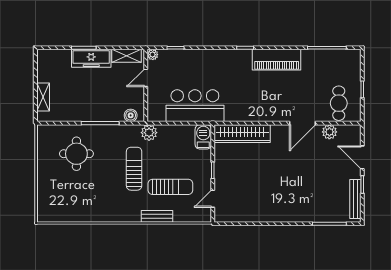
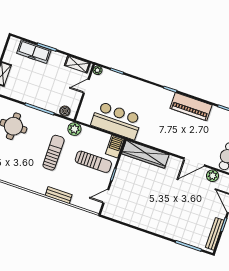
freezer: (91, 58) -> (34, 52), moved
sun lounger: (170, 187) -> (93, 162), moved

